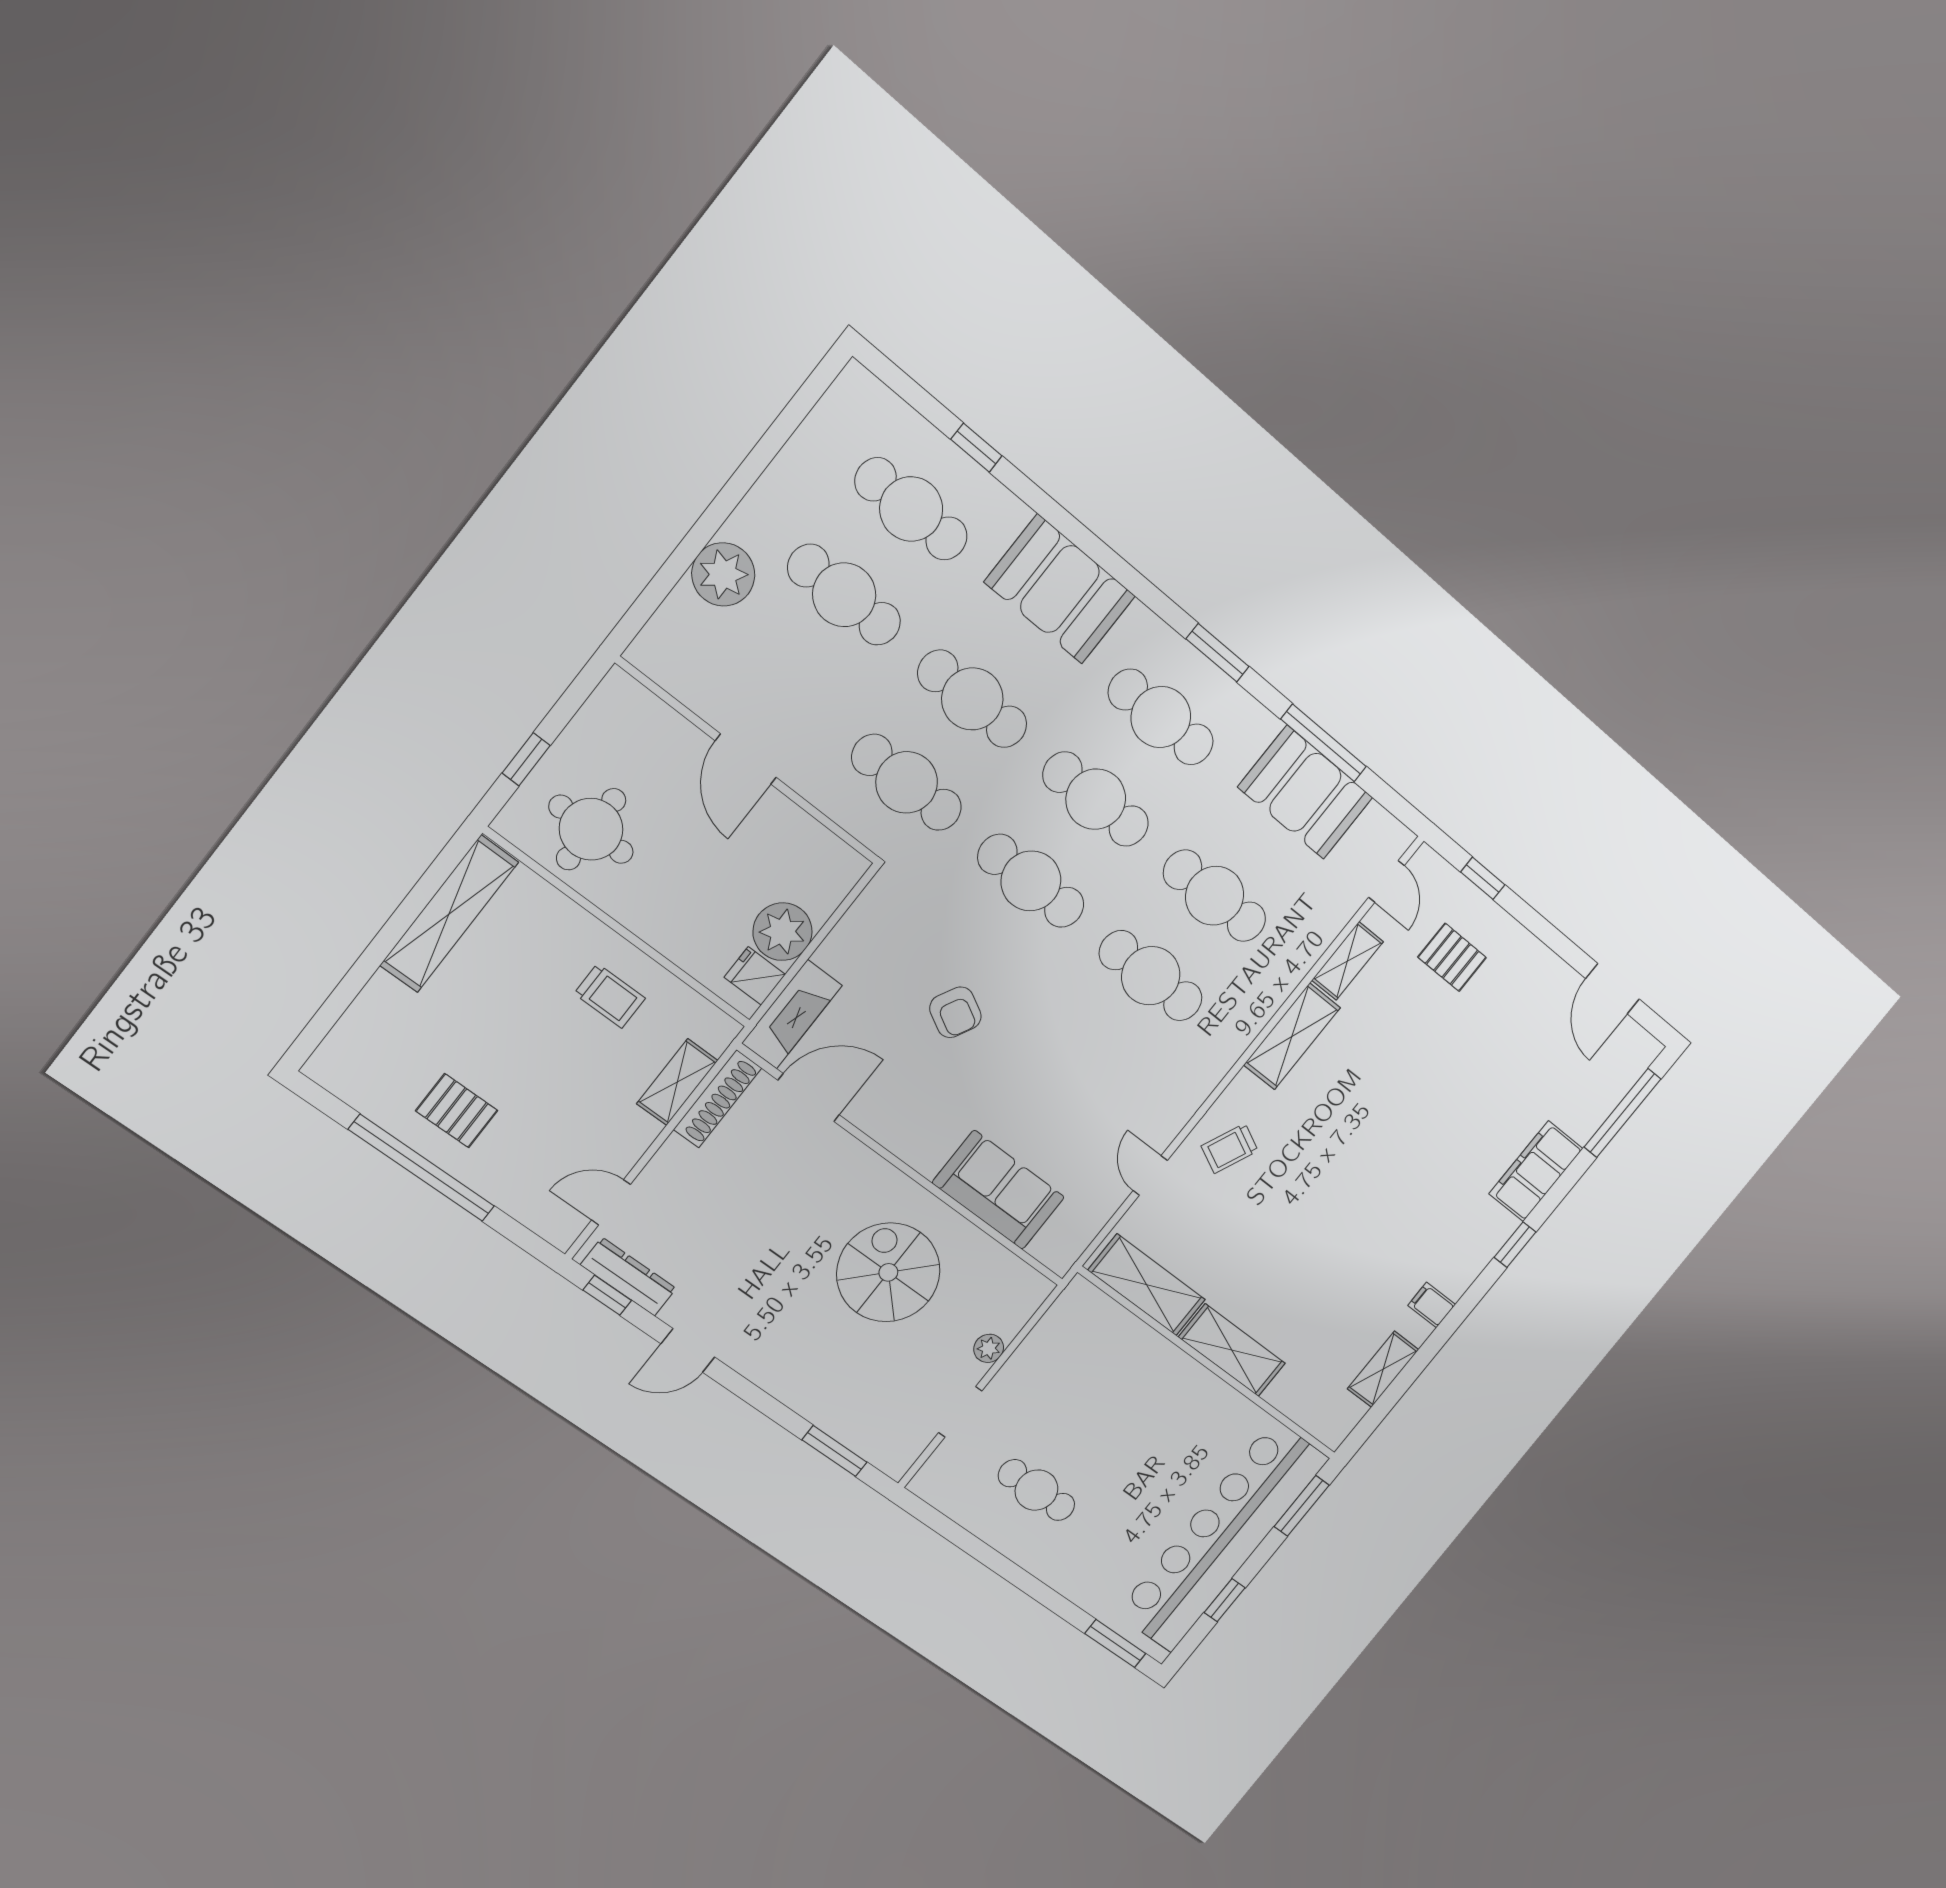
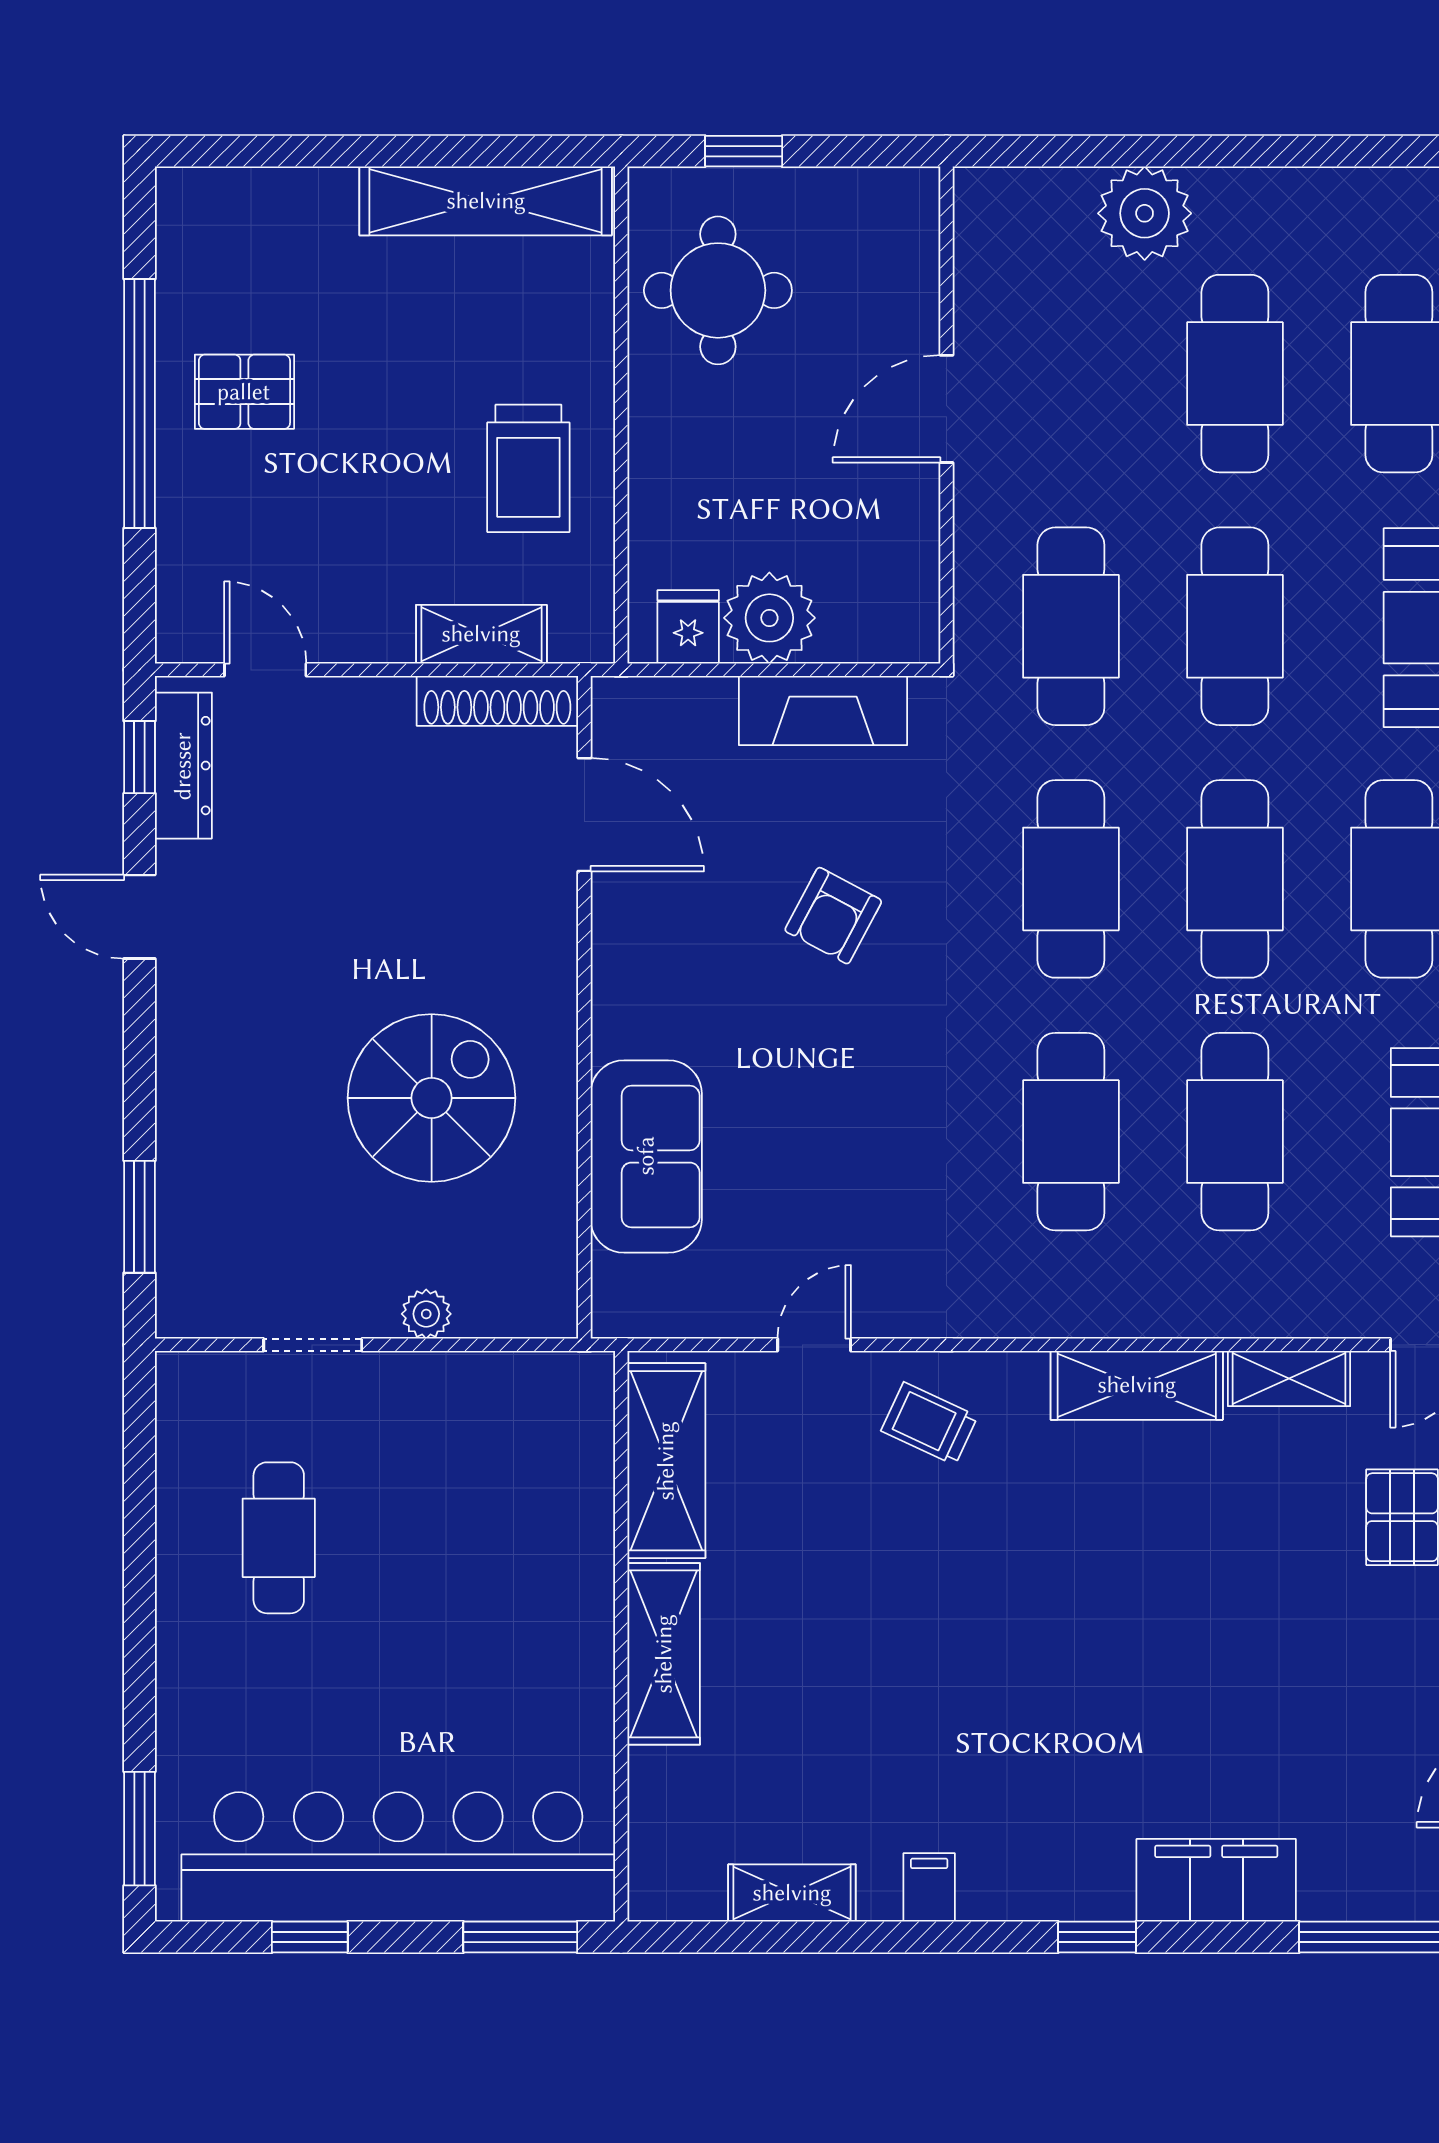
trolley: (610, 996) -> (528, 468), width x1.36, depth x1.39
fireplace: (792, 1014) -> (823, 711), moved
pallet: (457, 1111) -> (244, 392), turned 90

